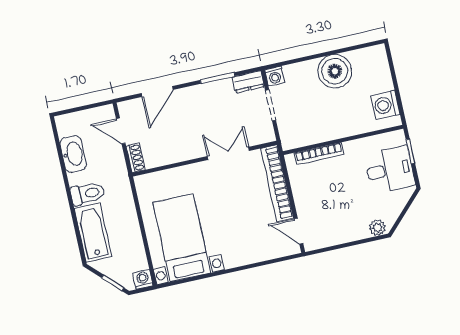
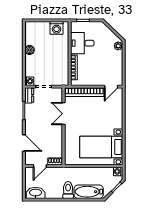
boiler: (335, 71) -> (30, 50), width x0.54, depth x0.54
washbasin: (73, 154) -> (36, 193), moved
desk: (390, 170) -> (82, 43), moved, turned -90

